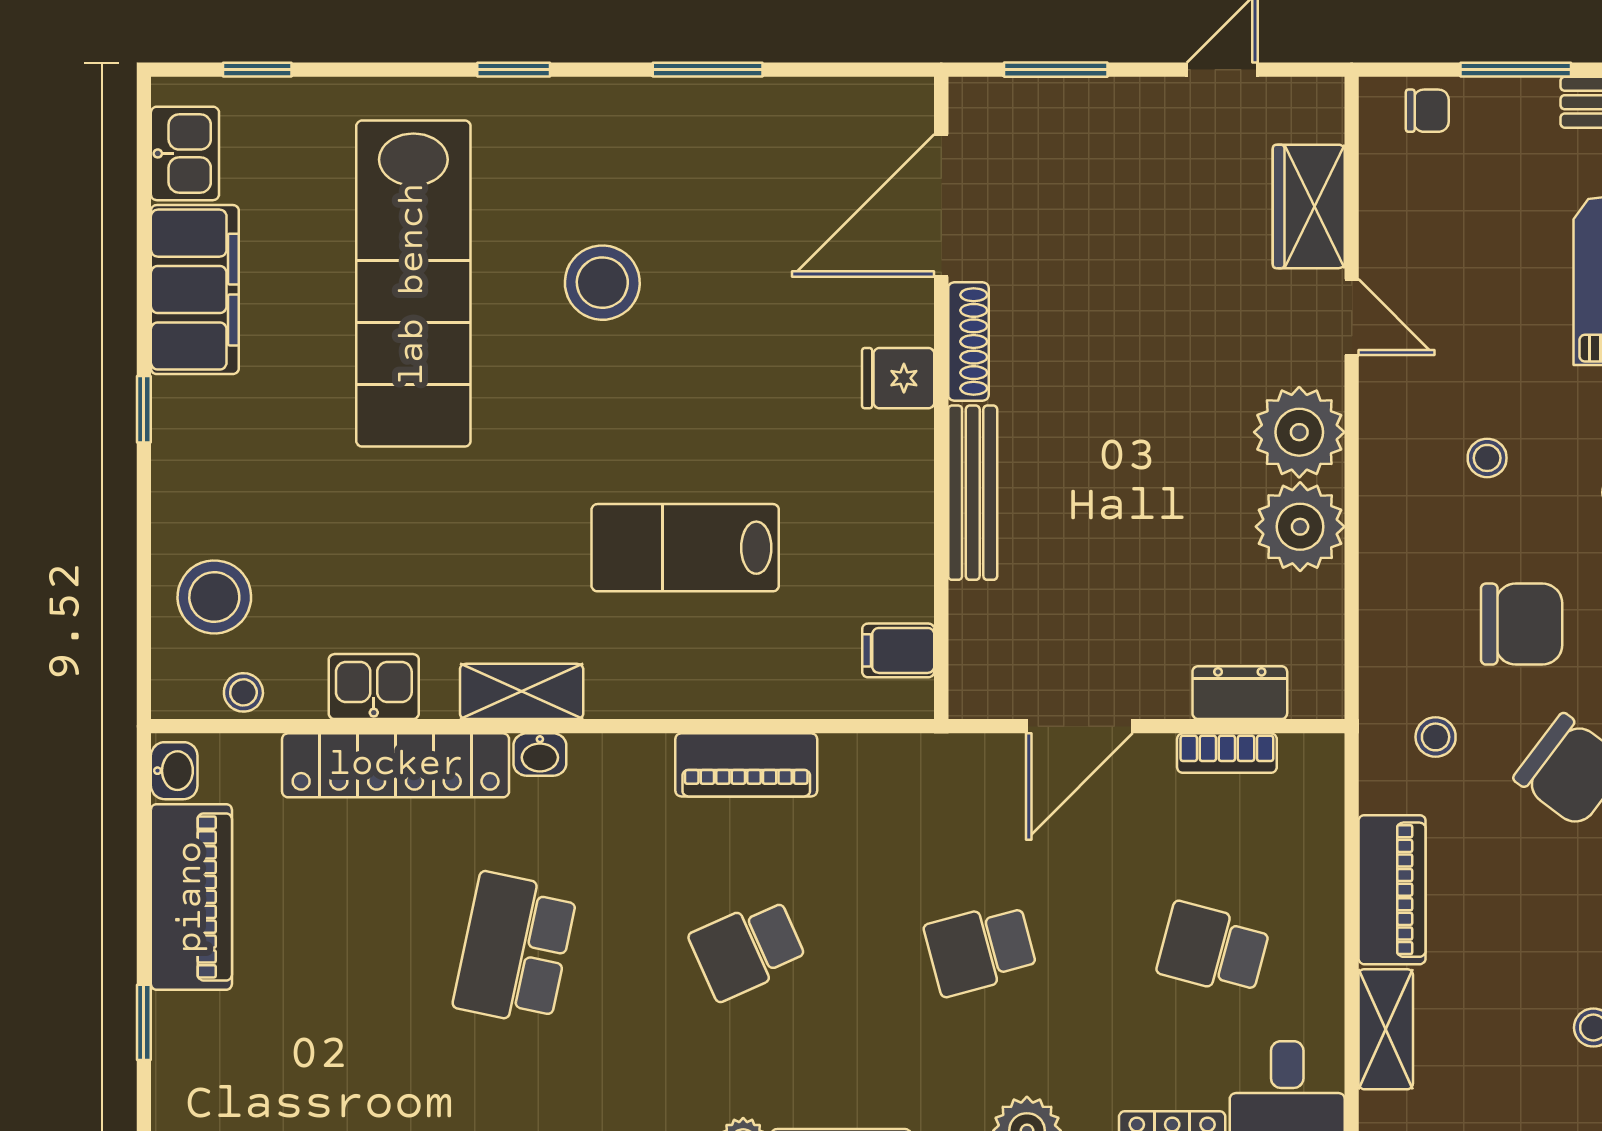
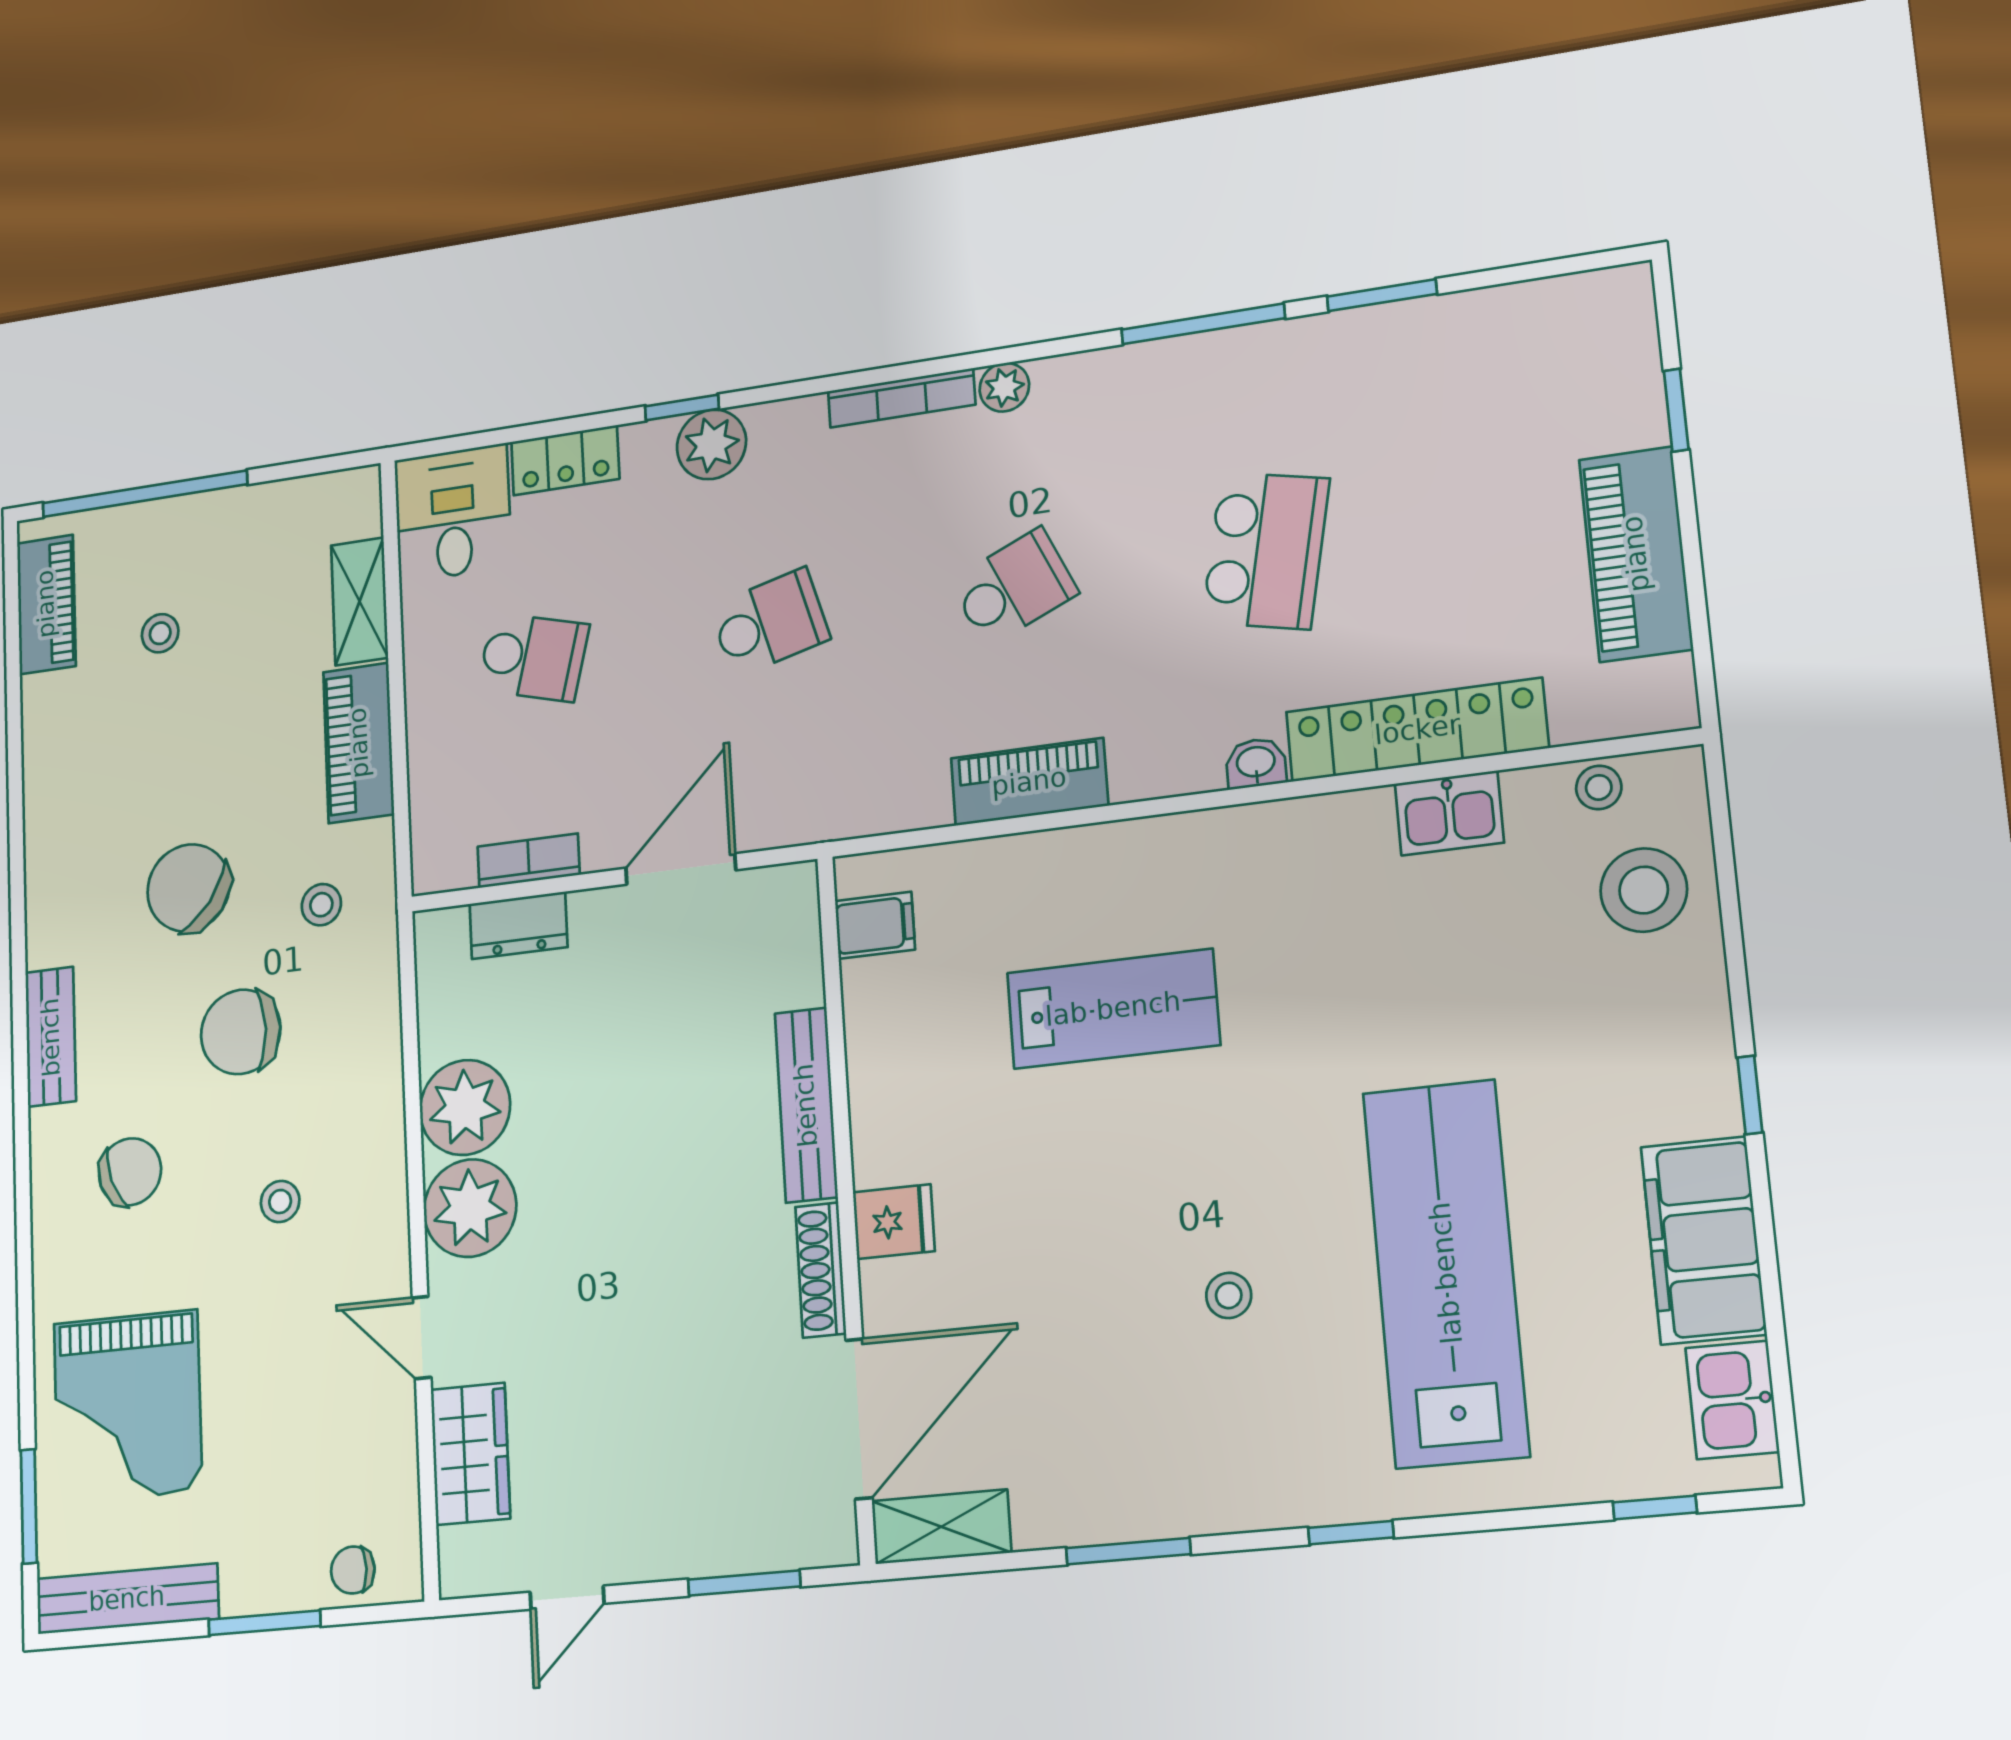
stool: (602, 283) -> (1229, 1295), width x0.53, depth x0.53
shelving: (522, 691) -> (941, 1527), moved
washbasin: (174, 771) -> (1670, 690), removed

